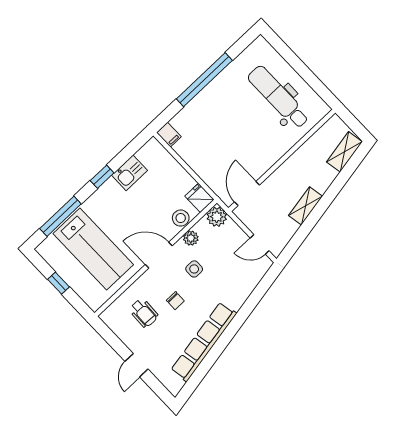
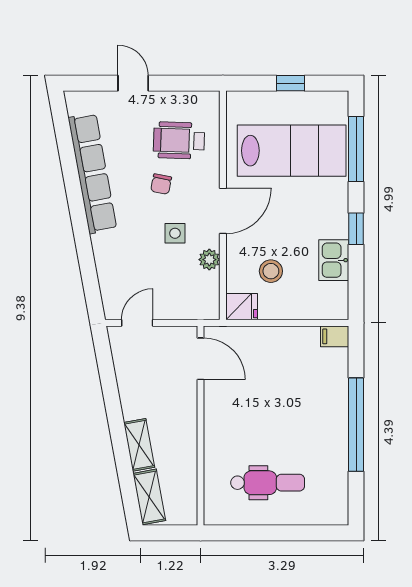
dental chair: (278, 97) -> (268, 483), width x0.73, depth x0.72
shelving: (305, 206) -> (139, 445), moved
plant: (217, 217) -> (206, 306), removed
stool: (181, 218) -> (271, 271), moved
lab bench: (93, 249) -> (292, 151), turned 180
chair: (175, 301) -> (161, 184), turned -79
wheelchair: (144, 313) -> (179, 140), width x1.36, depth x1.37

